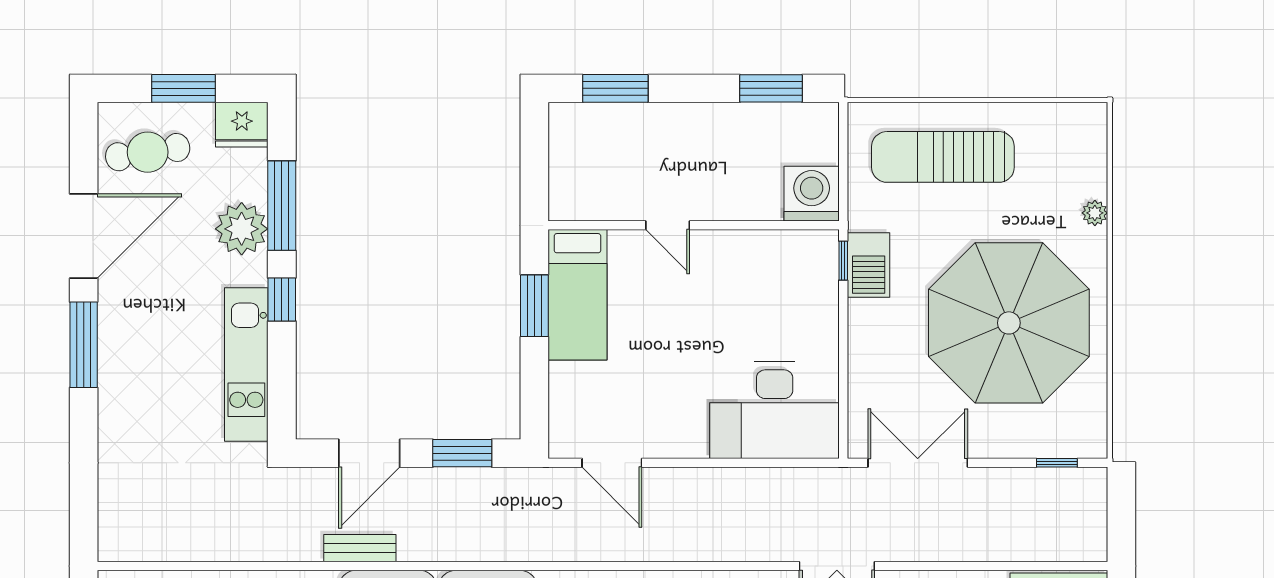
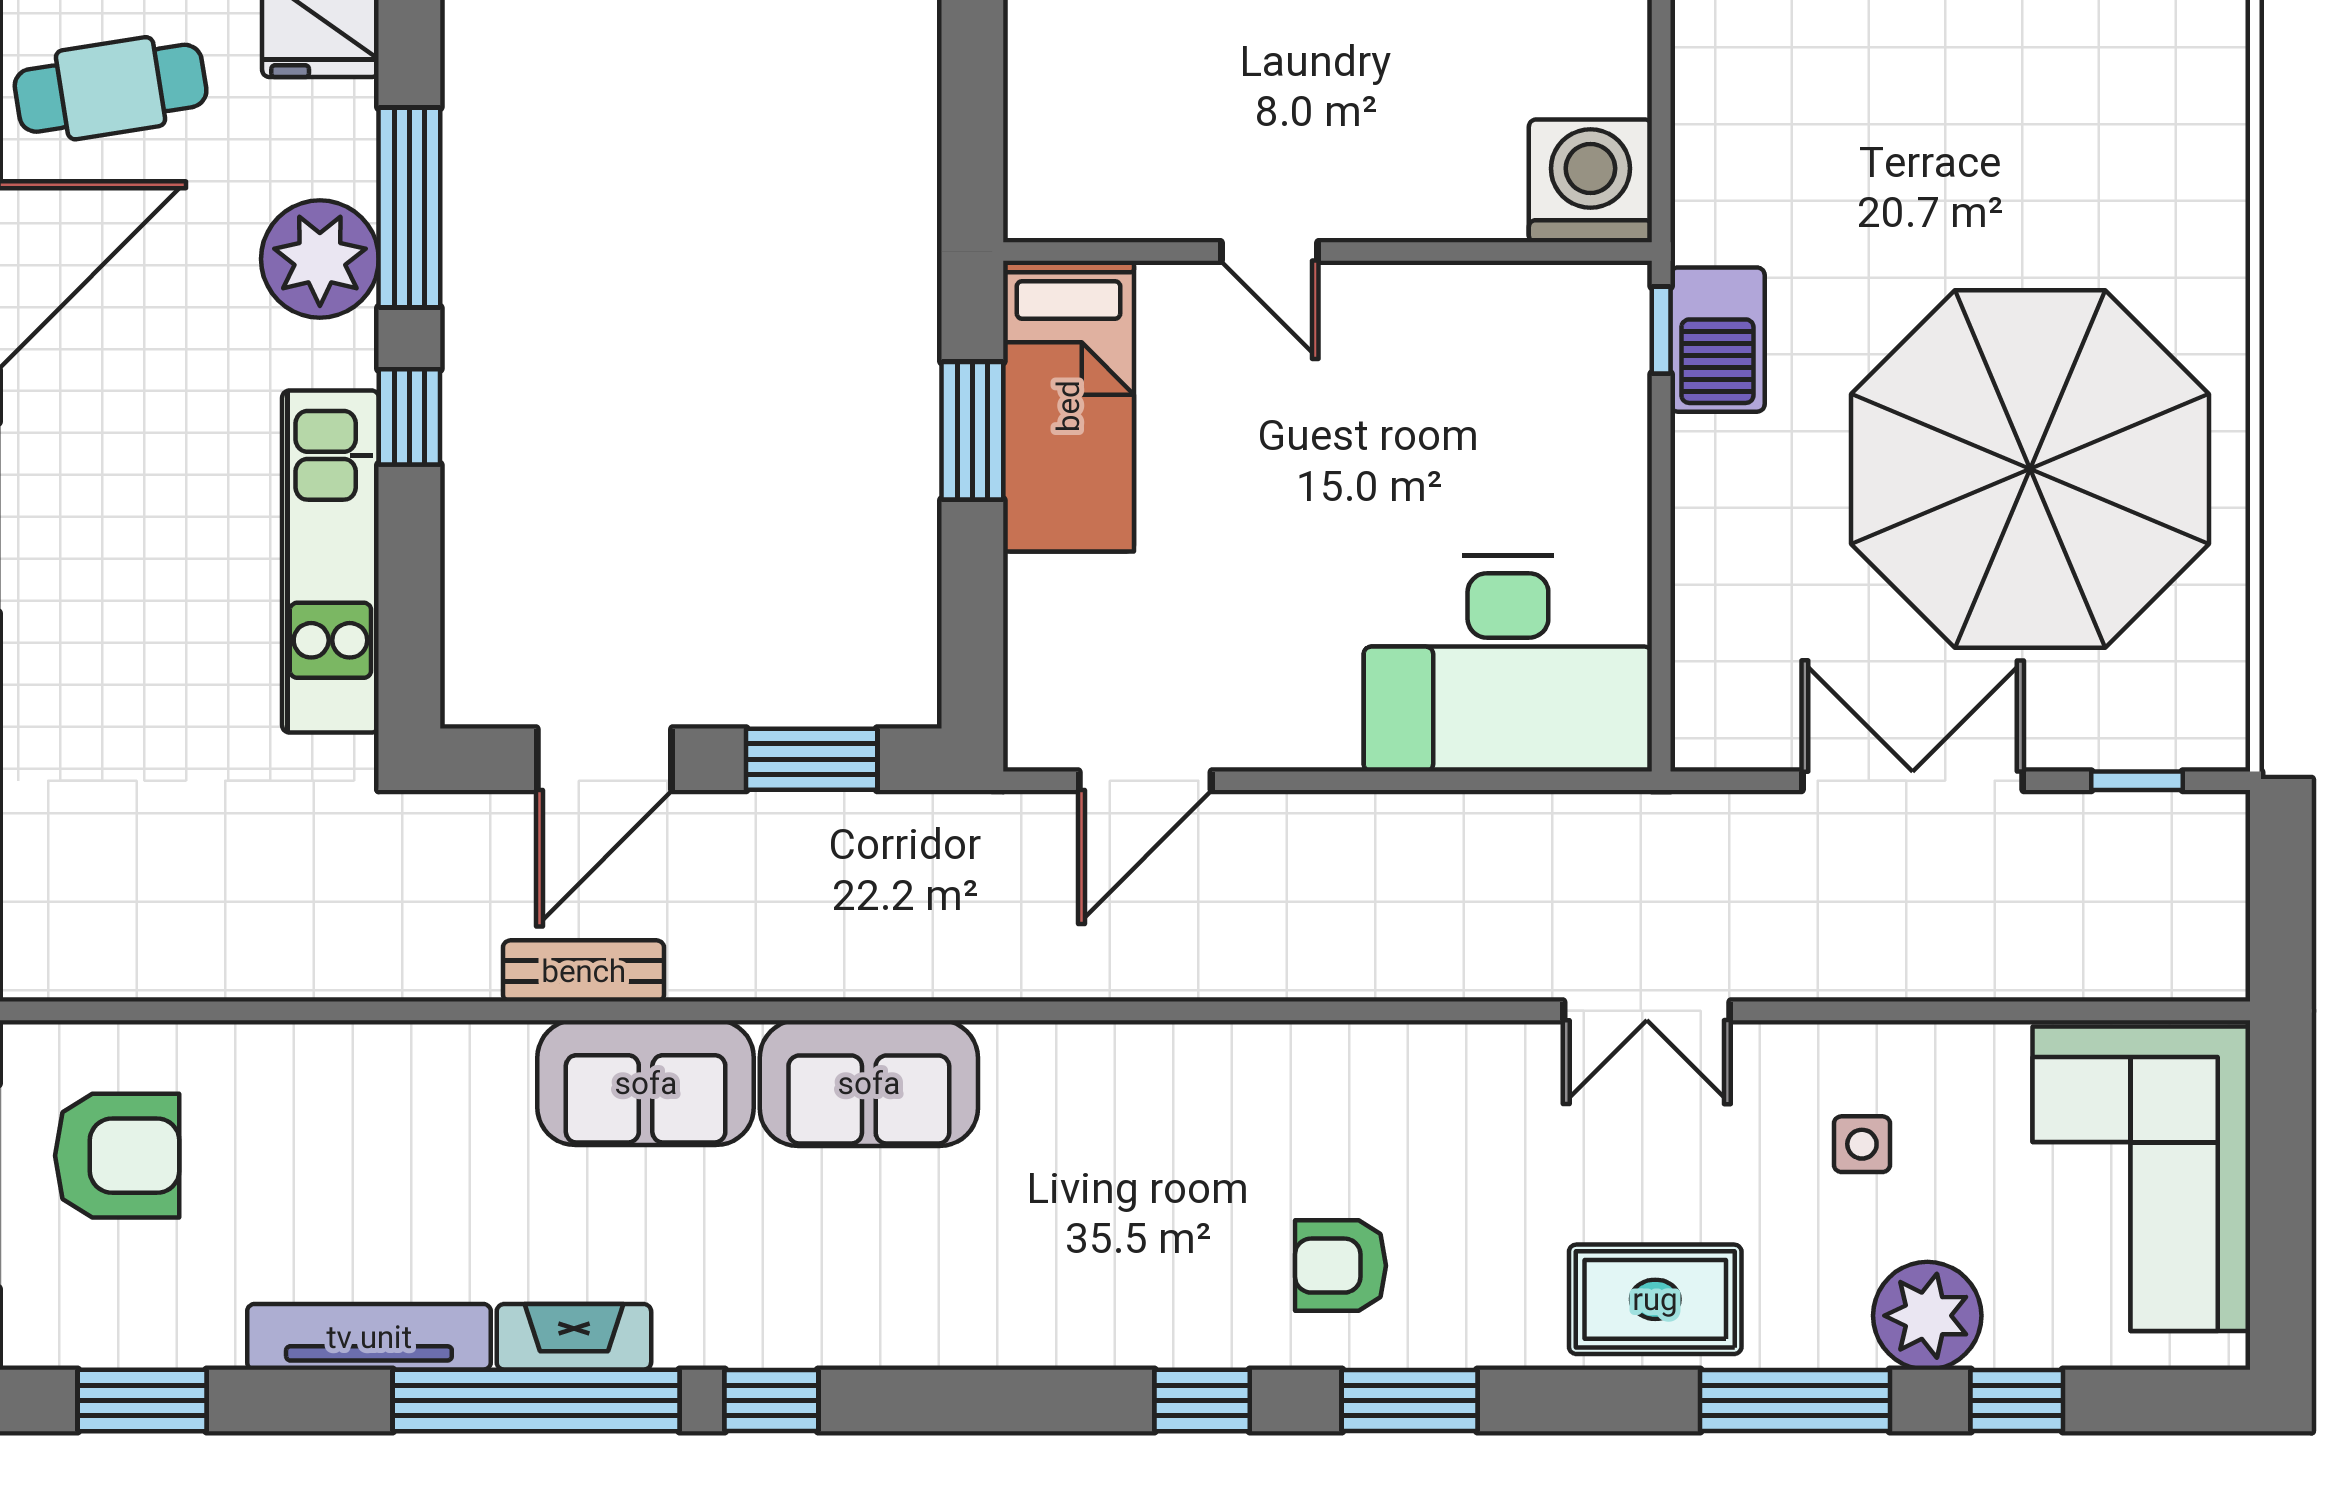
sun lounger: (943, 157) -> (1883, 99), removed
plant: (1095, 213) -> (2222, 224), removed
door: (612, 463) -> (1145, 781), hinge flipped
double door: (918, 463) -> (1913, 781), moved

